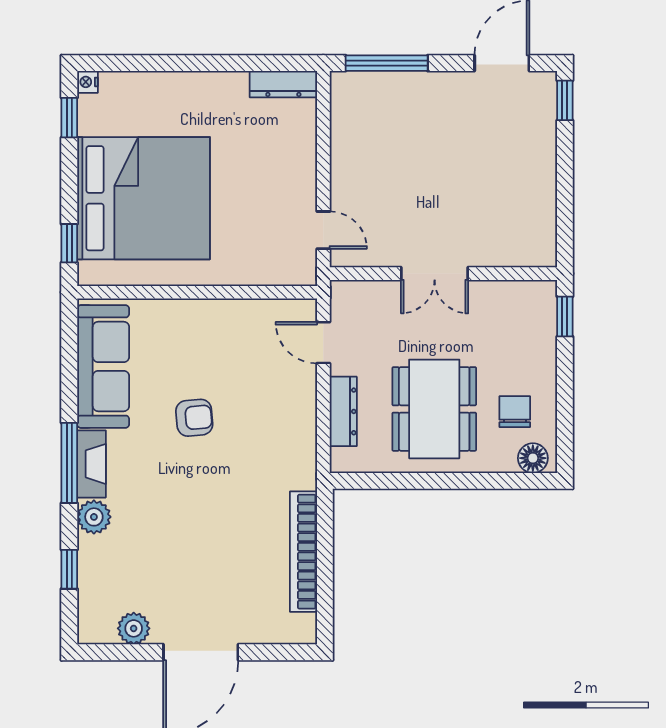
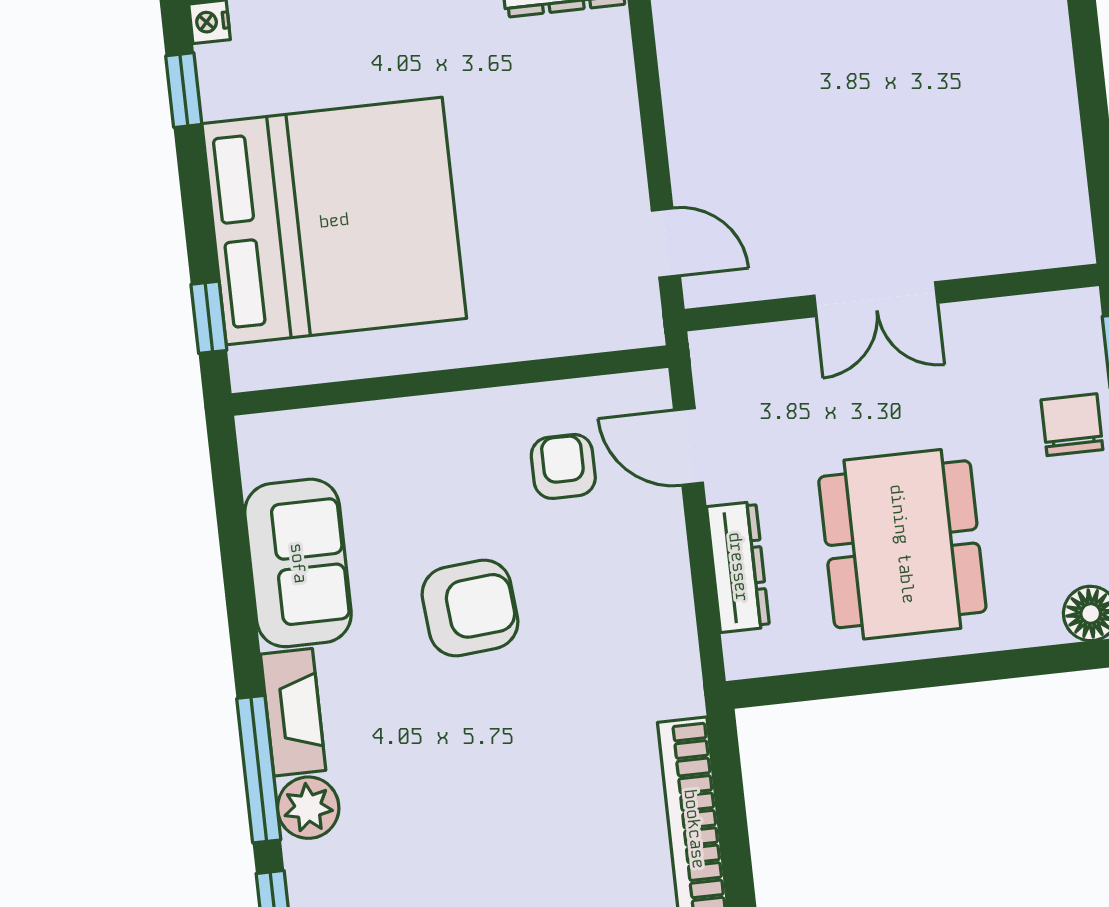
armchair: (254, 346) -> (563, 466), added
sofa: (103, 366) -> (298, 563), width x0.73
chair: (515, 412) -> (1072, 425), moved
armchair: (194, 418) -> (470, 608), width x1.38, depth x1.38
window: (69, 463) -> (259, 769), moved

